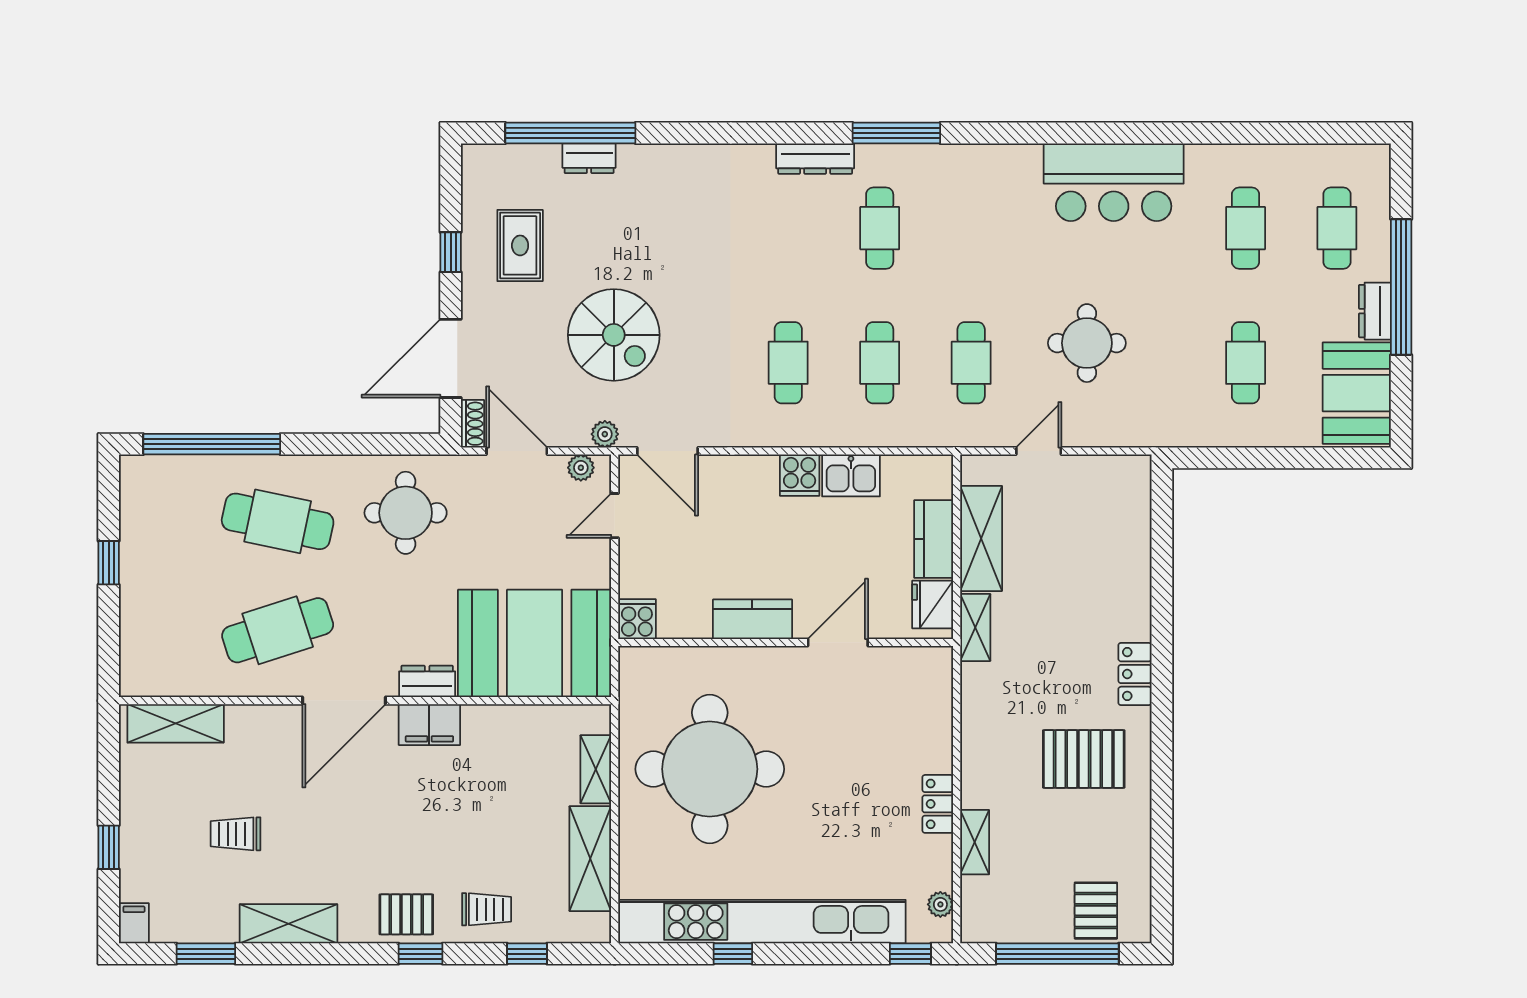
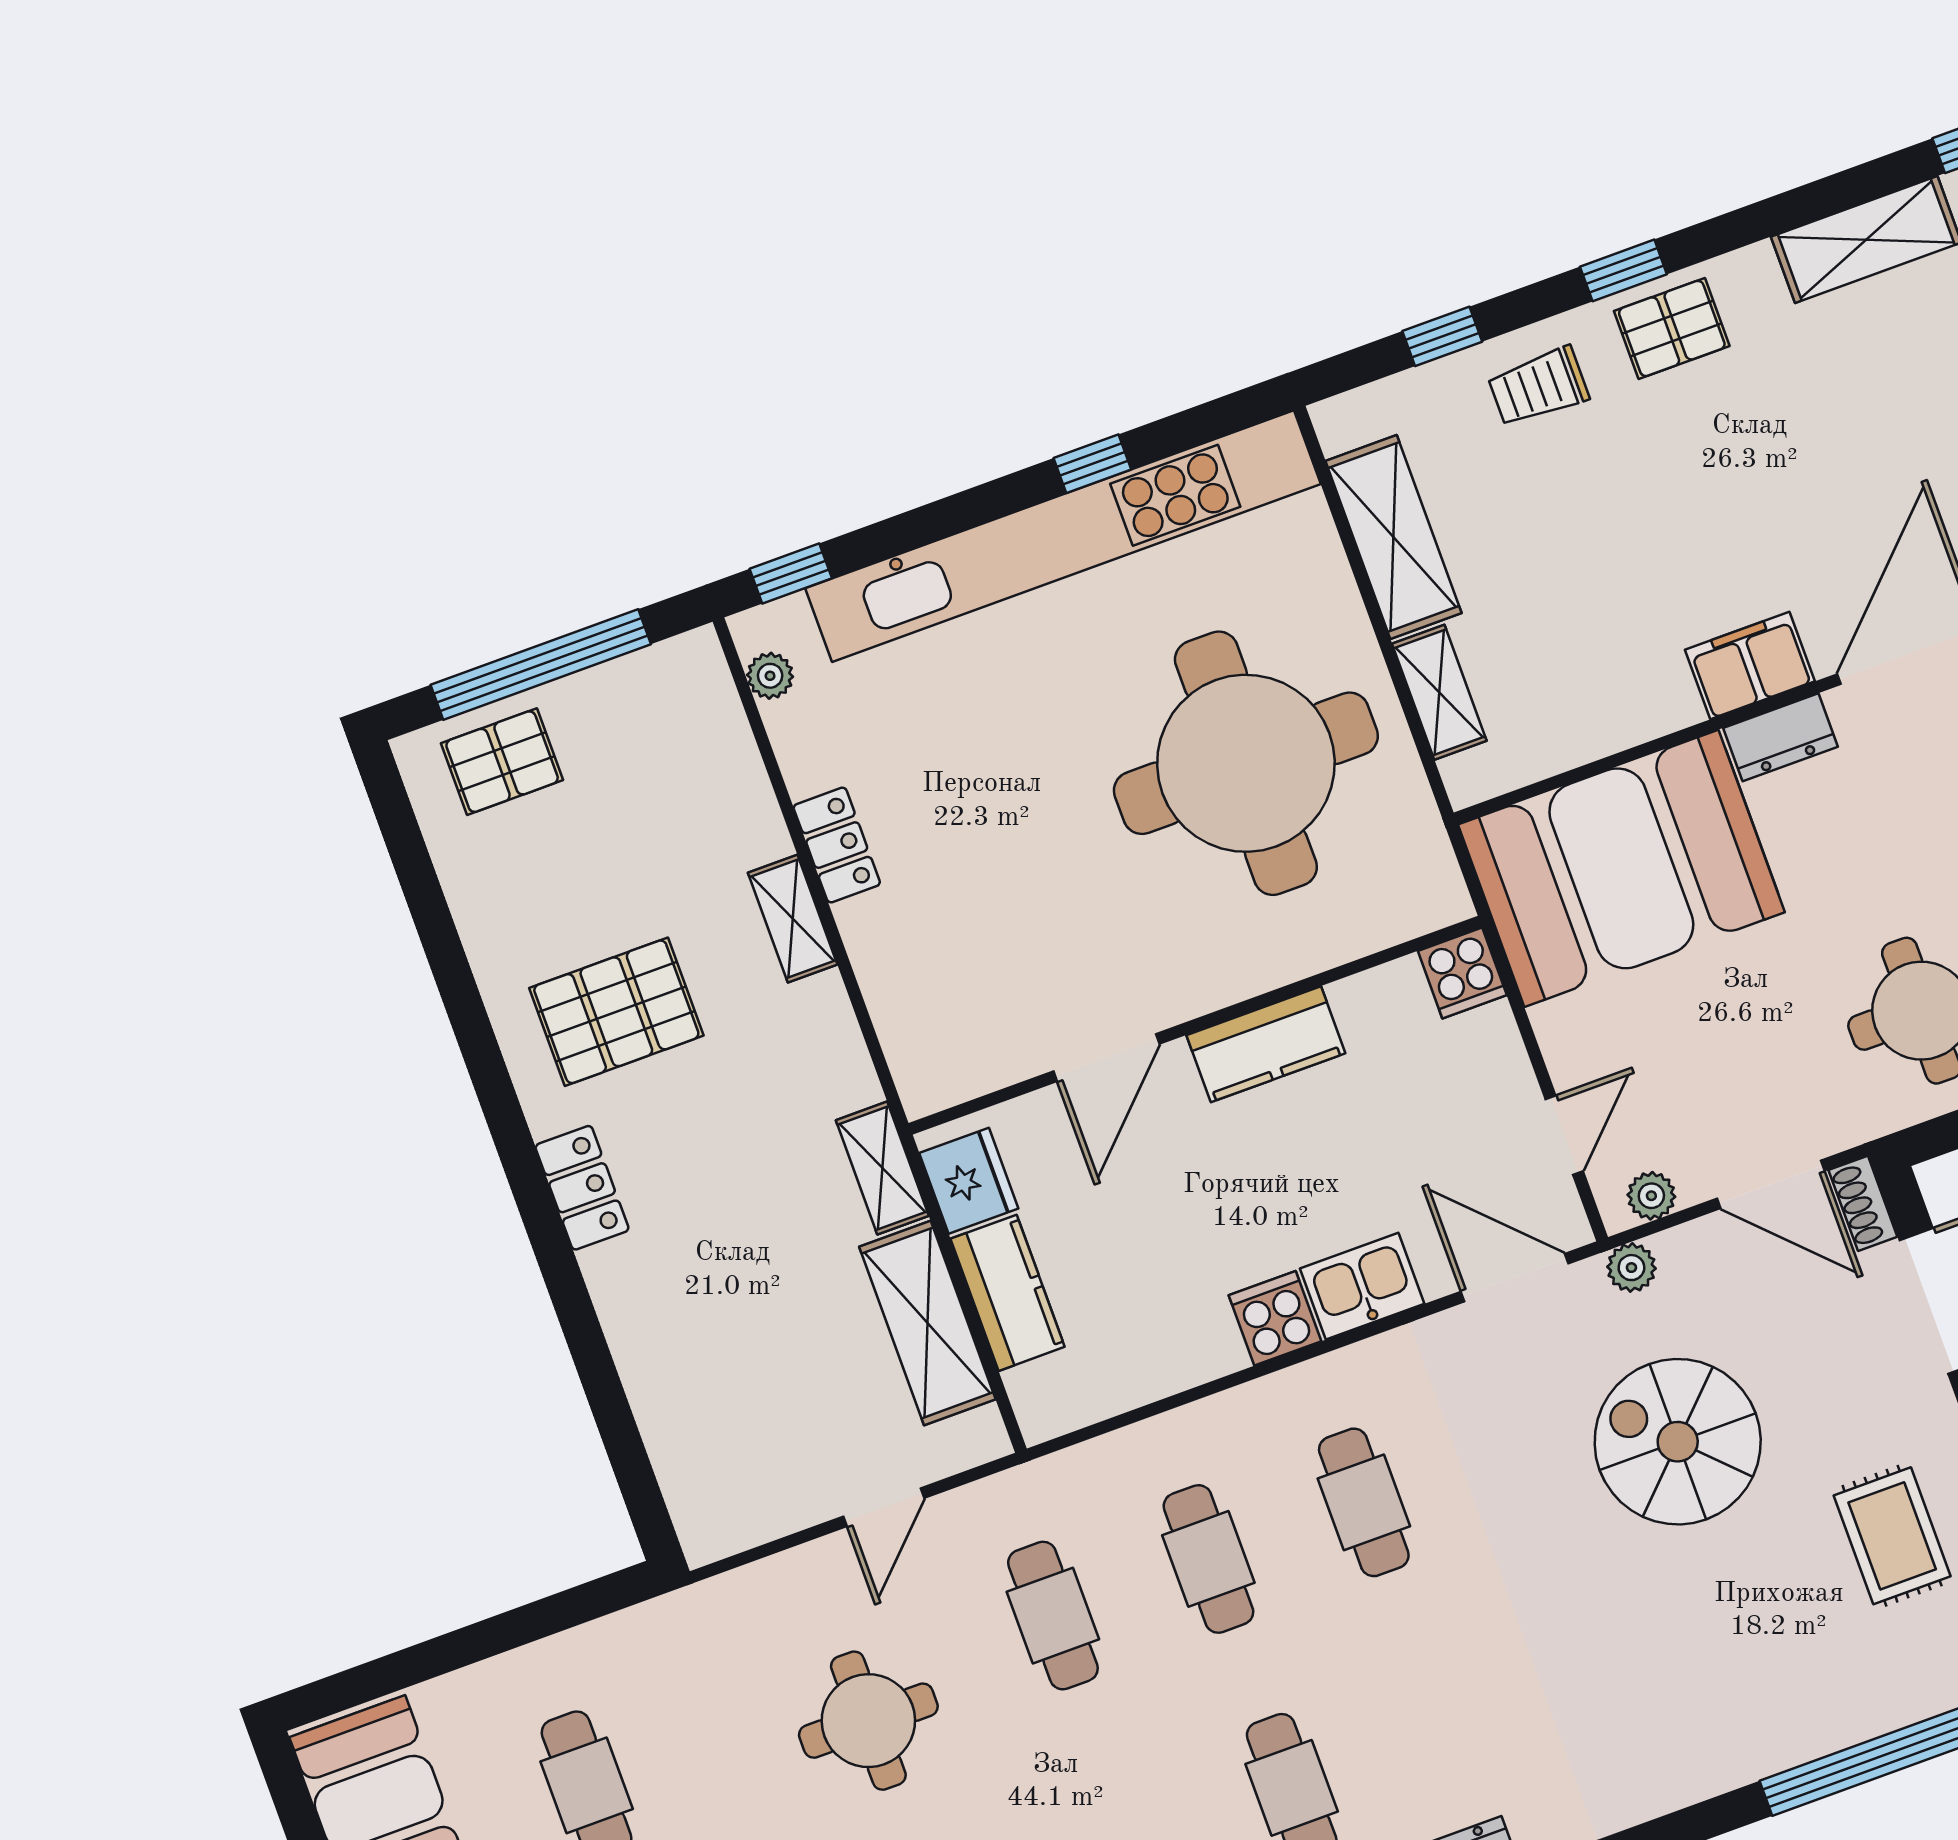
dresser: (589, 158) -> (1829, 1727), removed
kitchen sink: (851, 475) -> (1362, 1286), moved
shelving: (975, 842) -> (793, 919), moved
pallet: (1096, 911) -> (502, 762), turned 90

